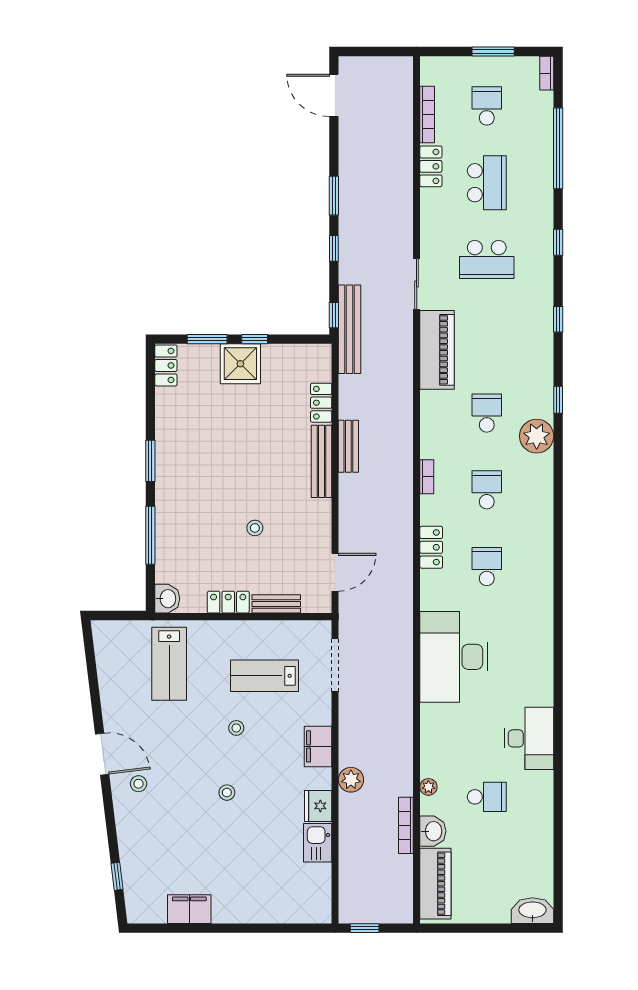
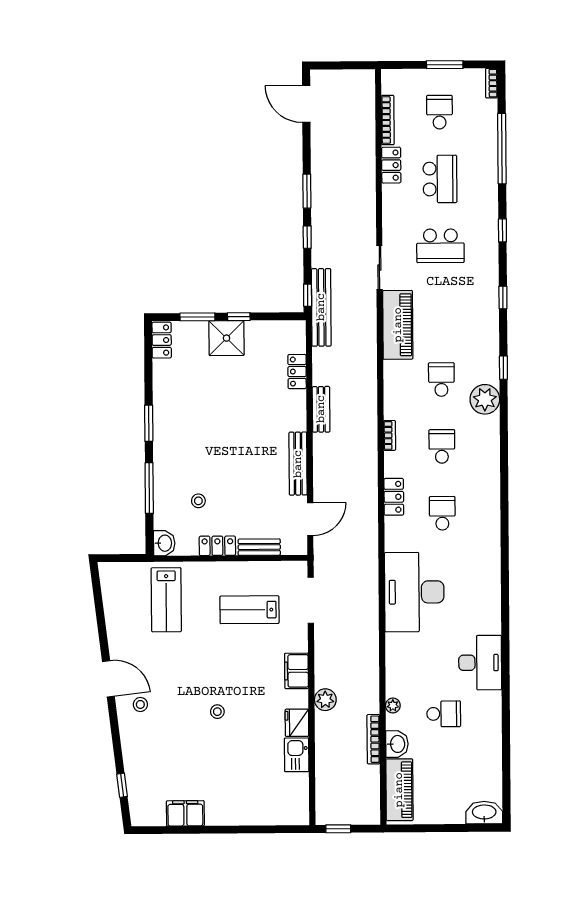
bench: (321, 461) -> (298, 464), moved
stool: (255, 528) -> (198, 501), moved
stool: (236, 728) -> (225, 655), removed

